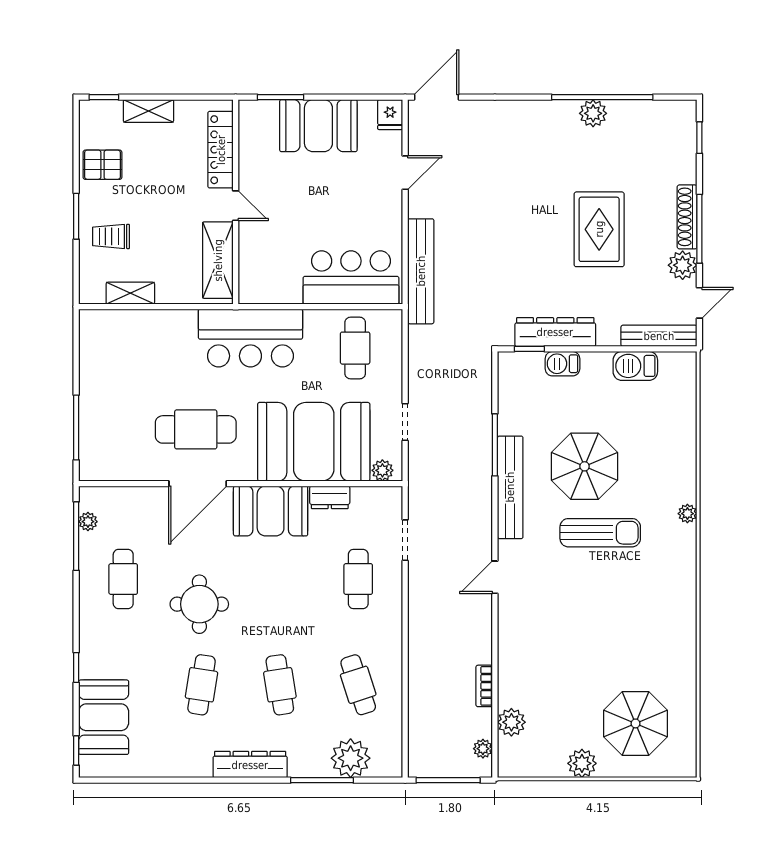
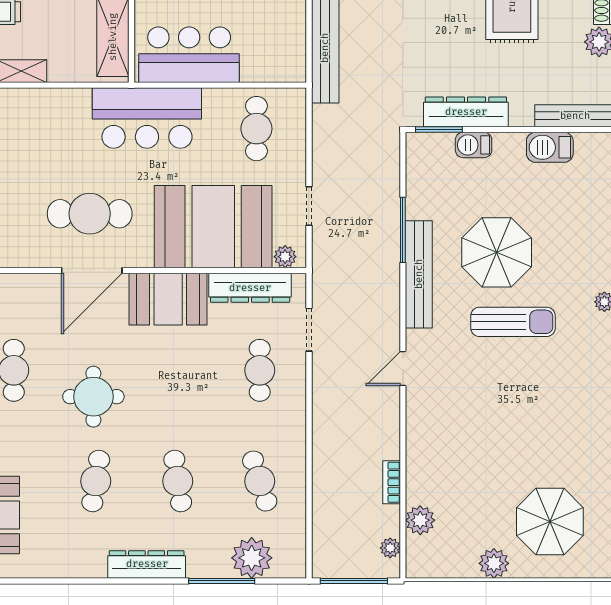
bar counter: (351, 277) -> (189, 55), moved
window: (529, 349) -> (439, 129), width x1.50
dresser: (330, 497) -> (250, 288), width x1.96, depth x1.24

